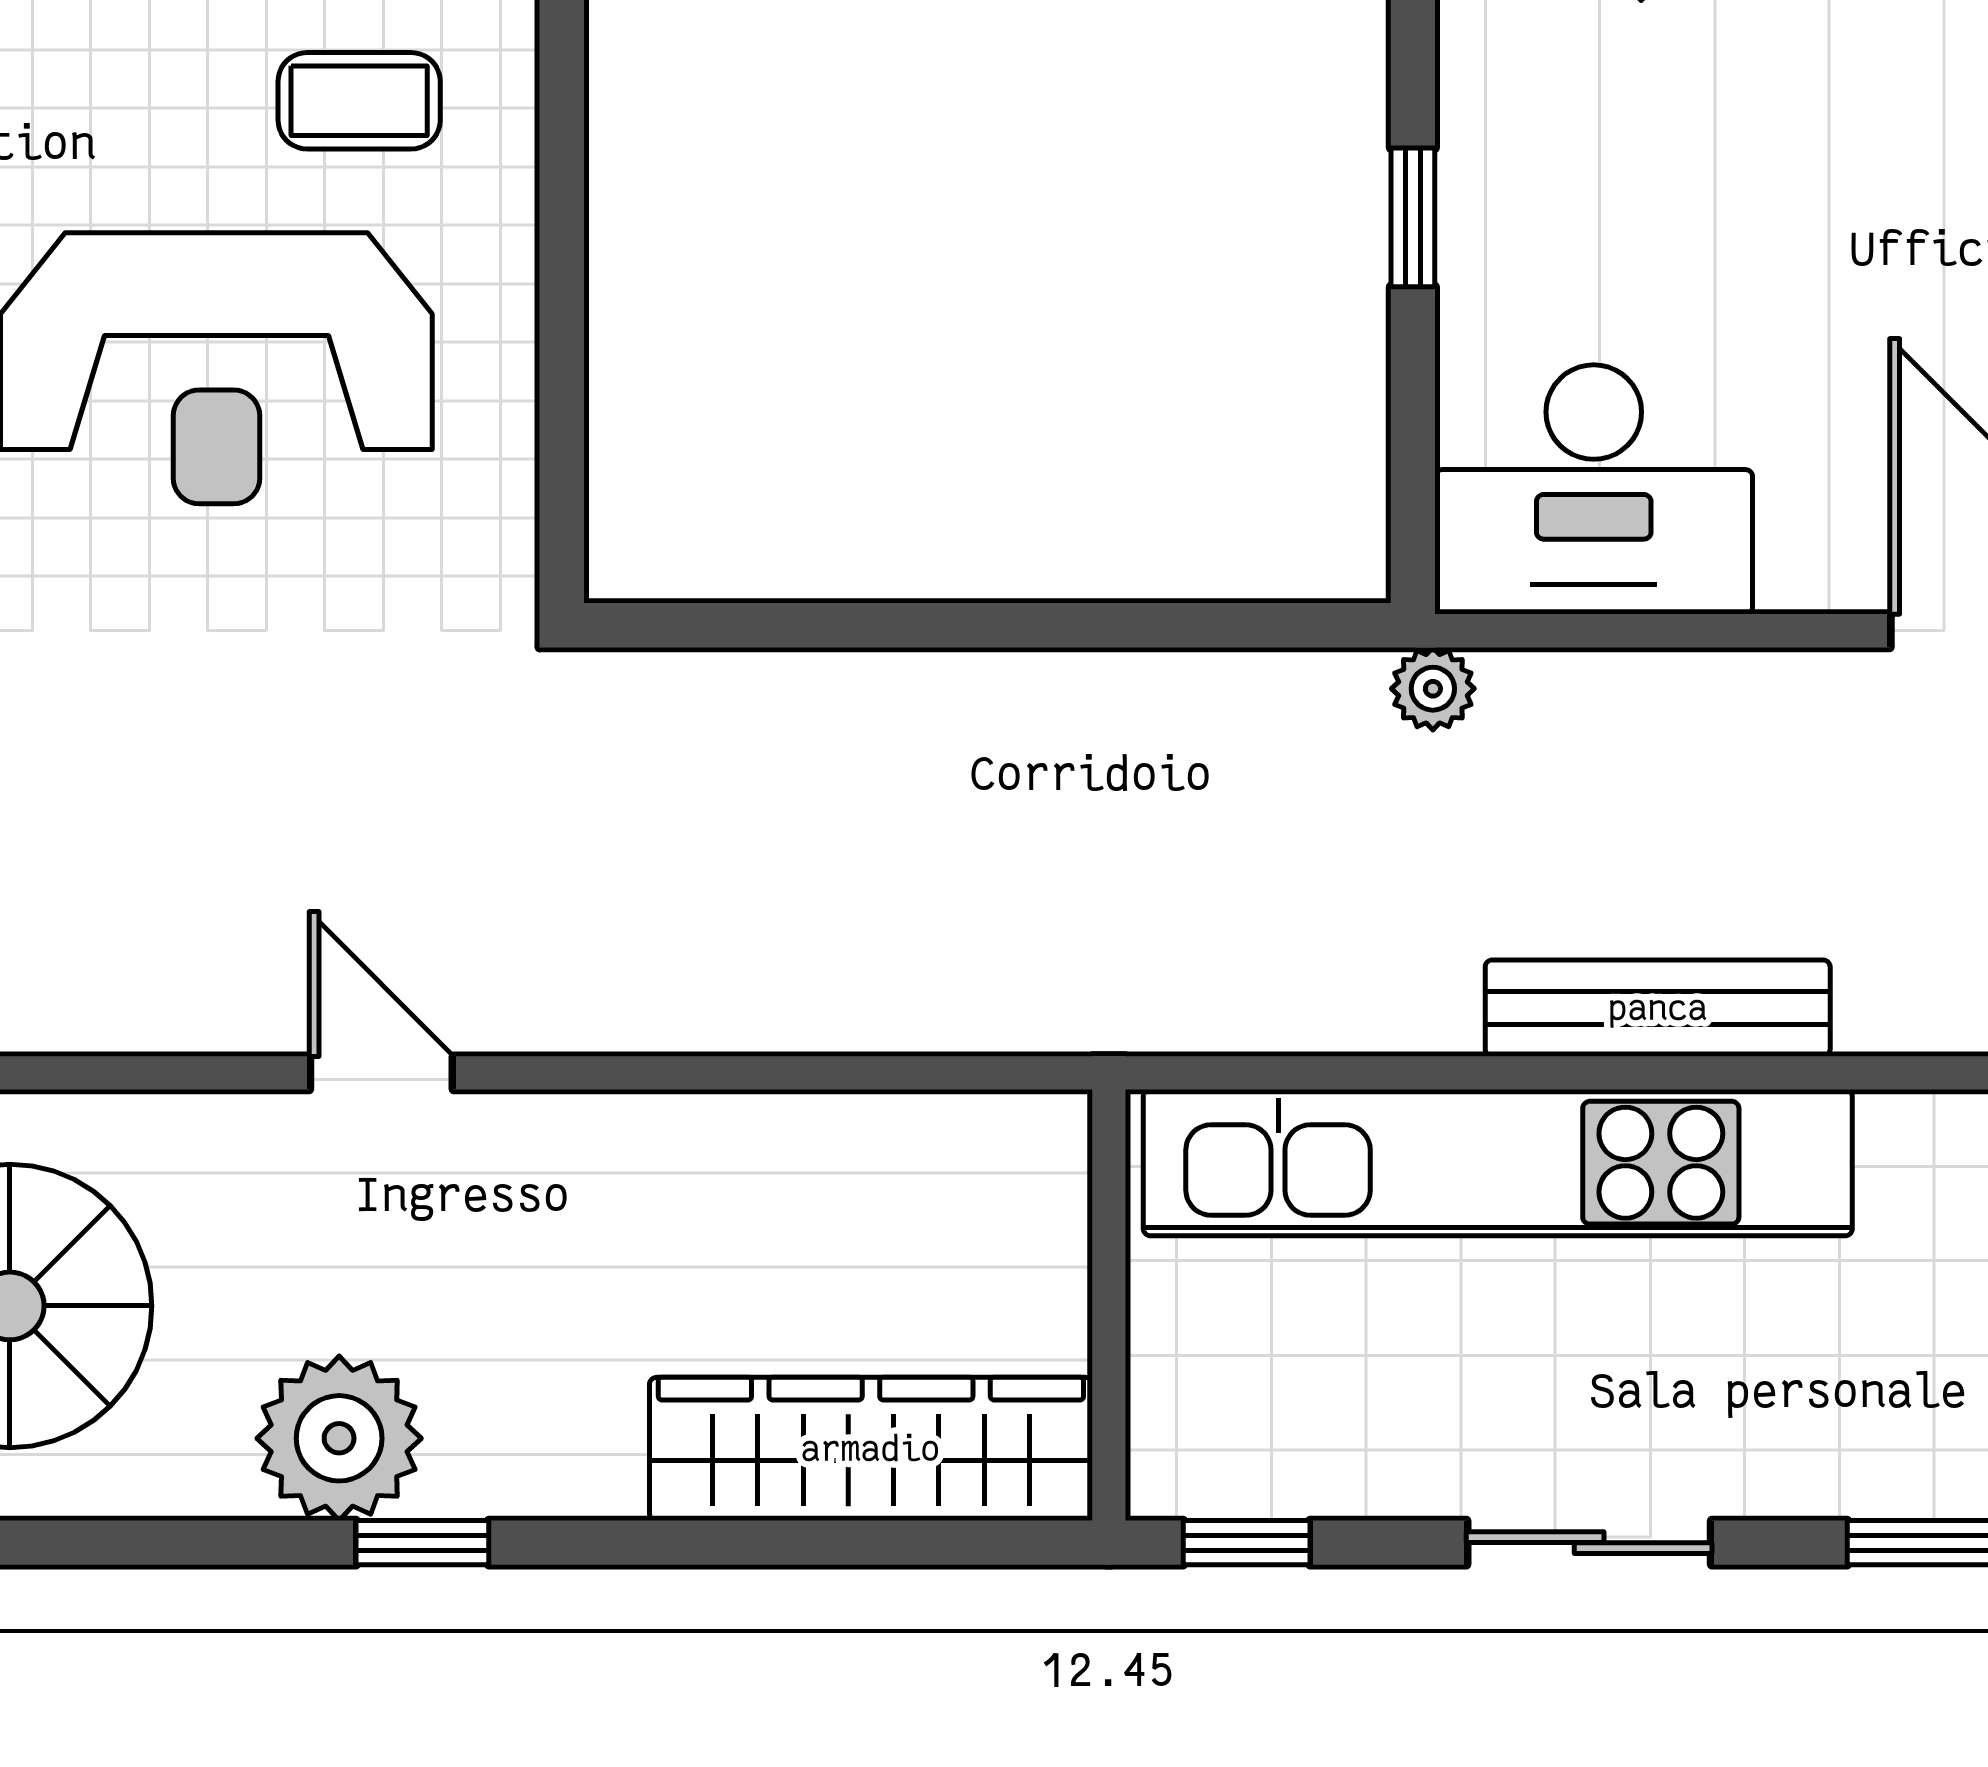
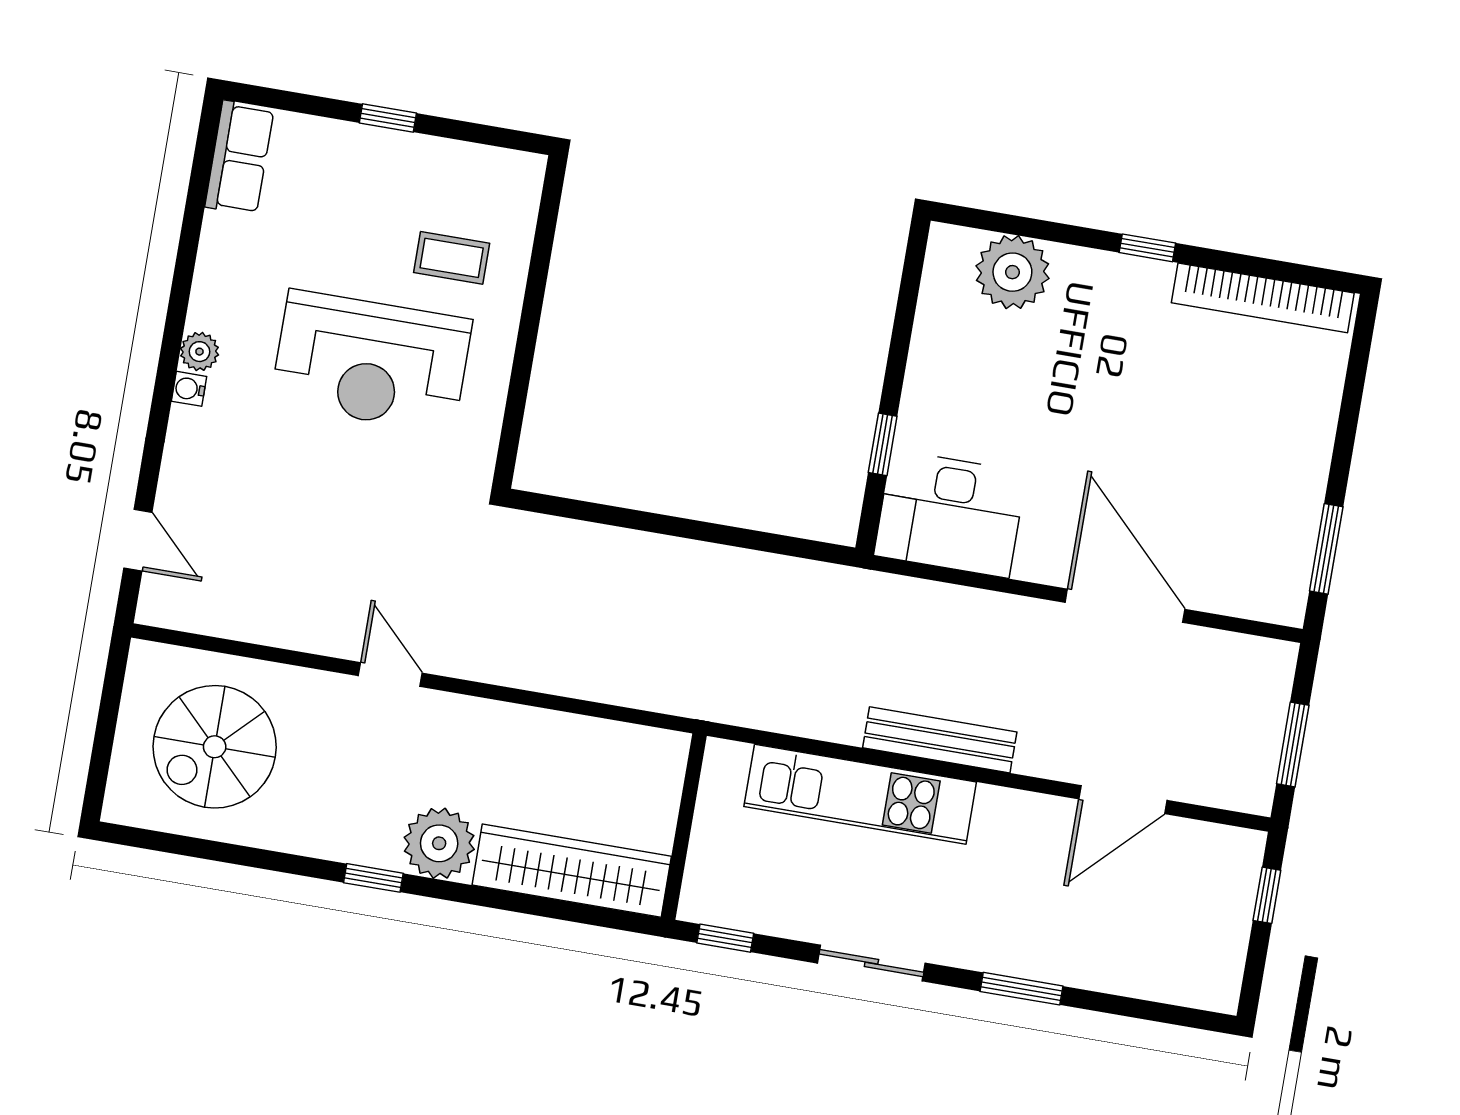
window: (1413, 217) -> (883, 444), moved
plant: (1433, 689) -> (867, 587), removed
kitchen unit: (1498, 1163) -> (860, 794), width x0.73
plant: (339, 1438) -> (439, 843), moved

